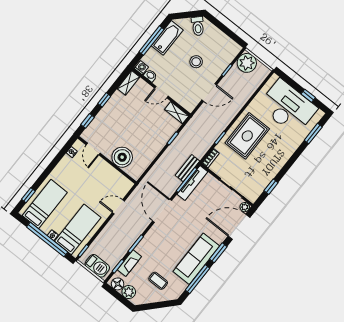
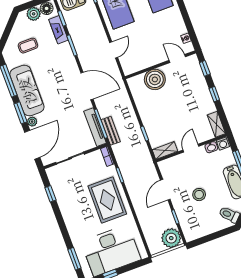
plant: (245, 207) -> (32, 122), moved

